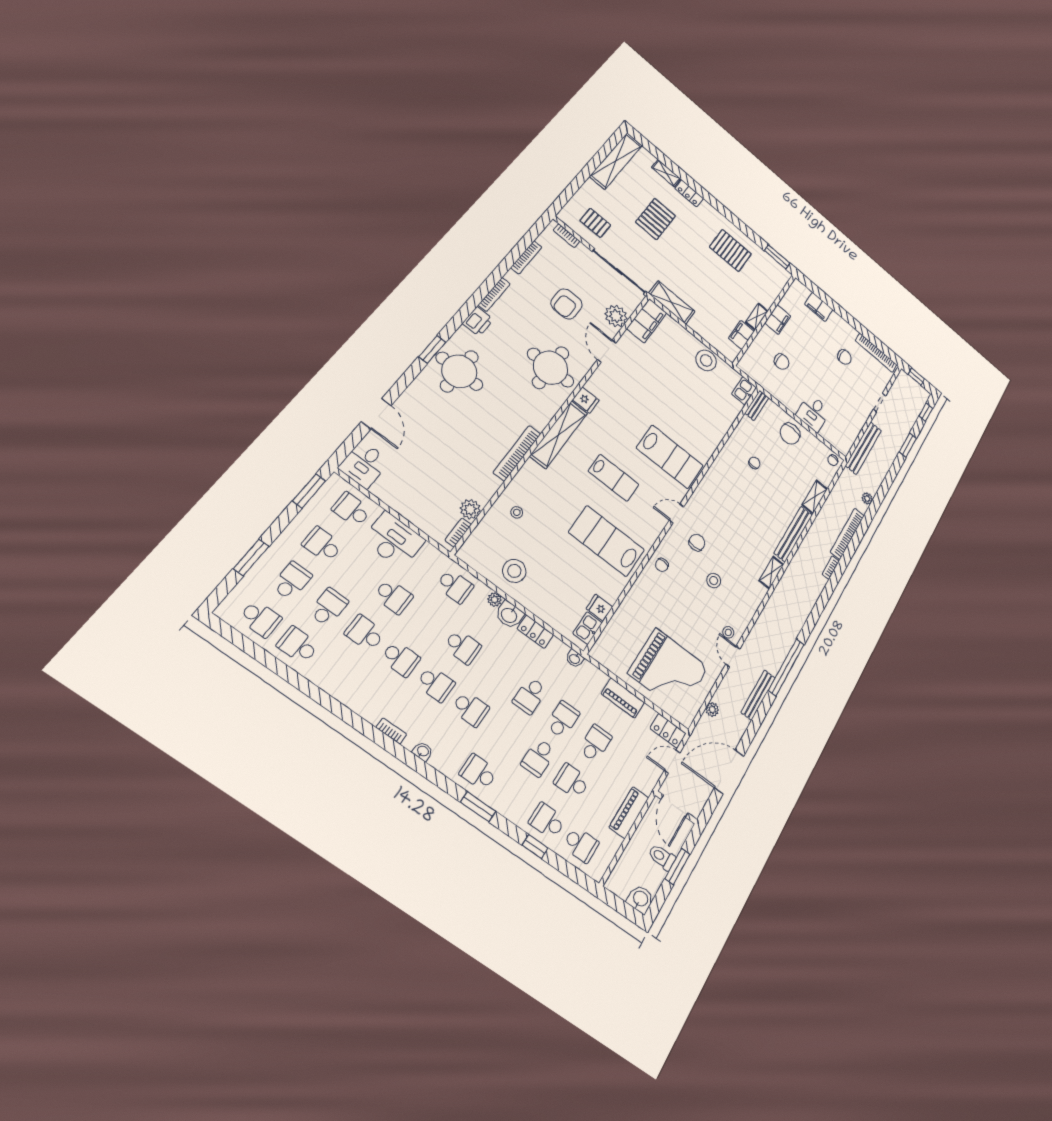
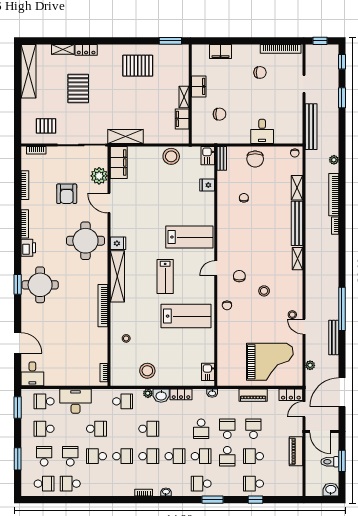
lab bench: (614, 478) -> (165, 277), turned 90
plant: (470, 509) -> (101, 356), removed
lab bench: (607, 541) -> (186, 316), turned 180
fridge: (599, 608) -> (207, 185), moved
school desk: (581, 845) -> (201, 456), moved

